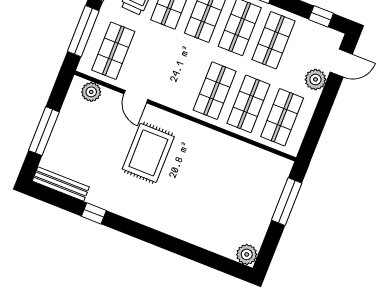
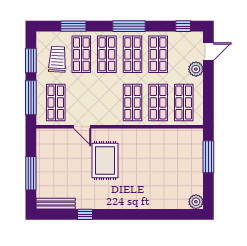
plant: (91, 92) -> (52, 135), removed

